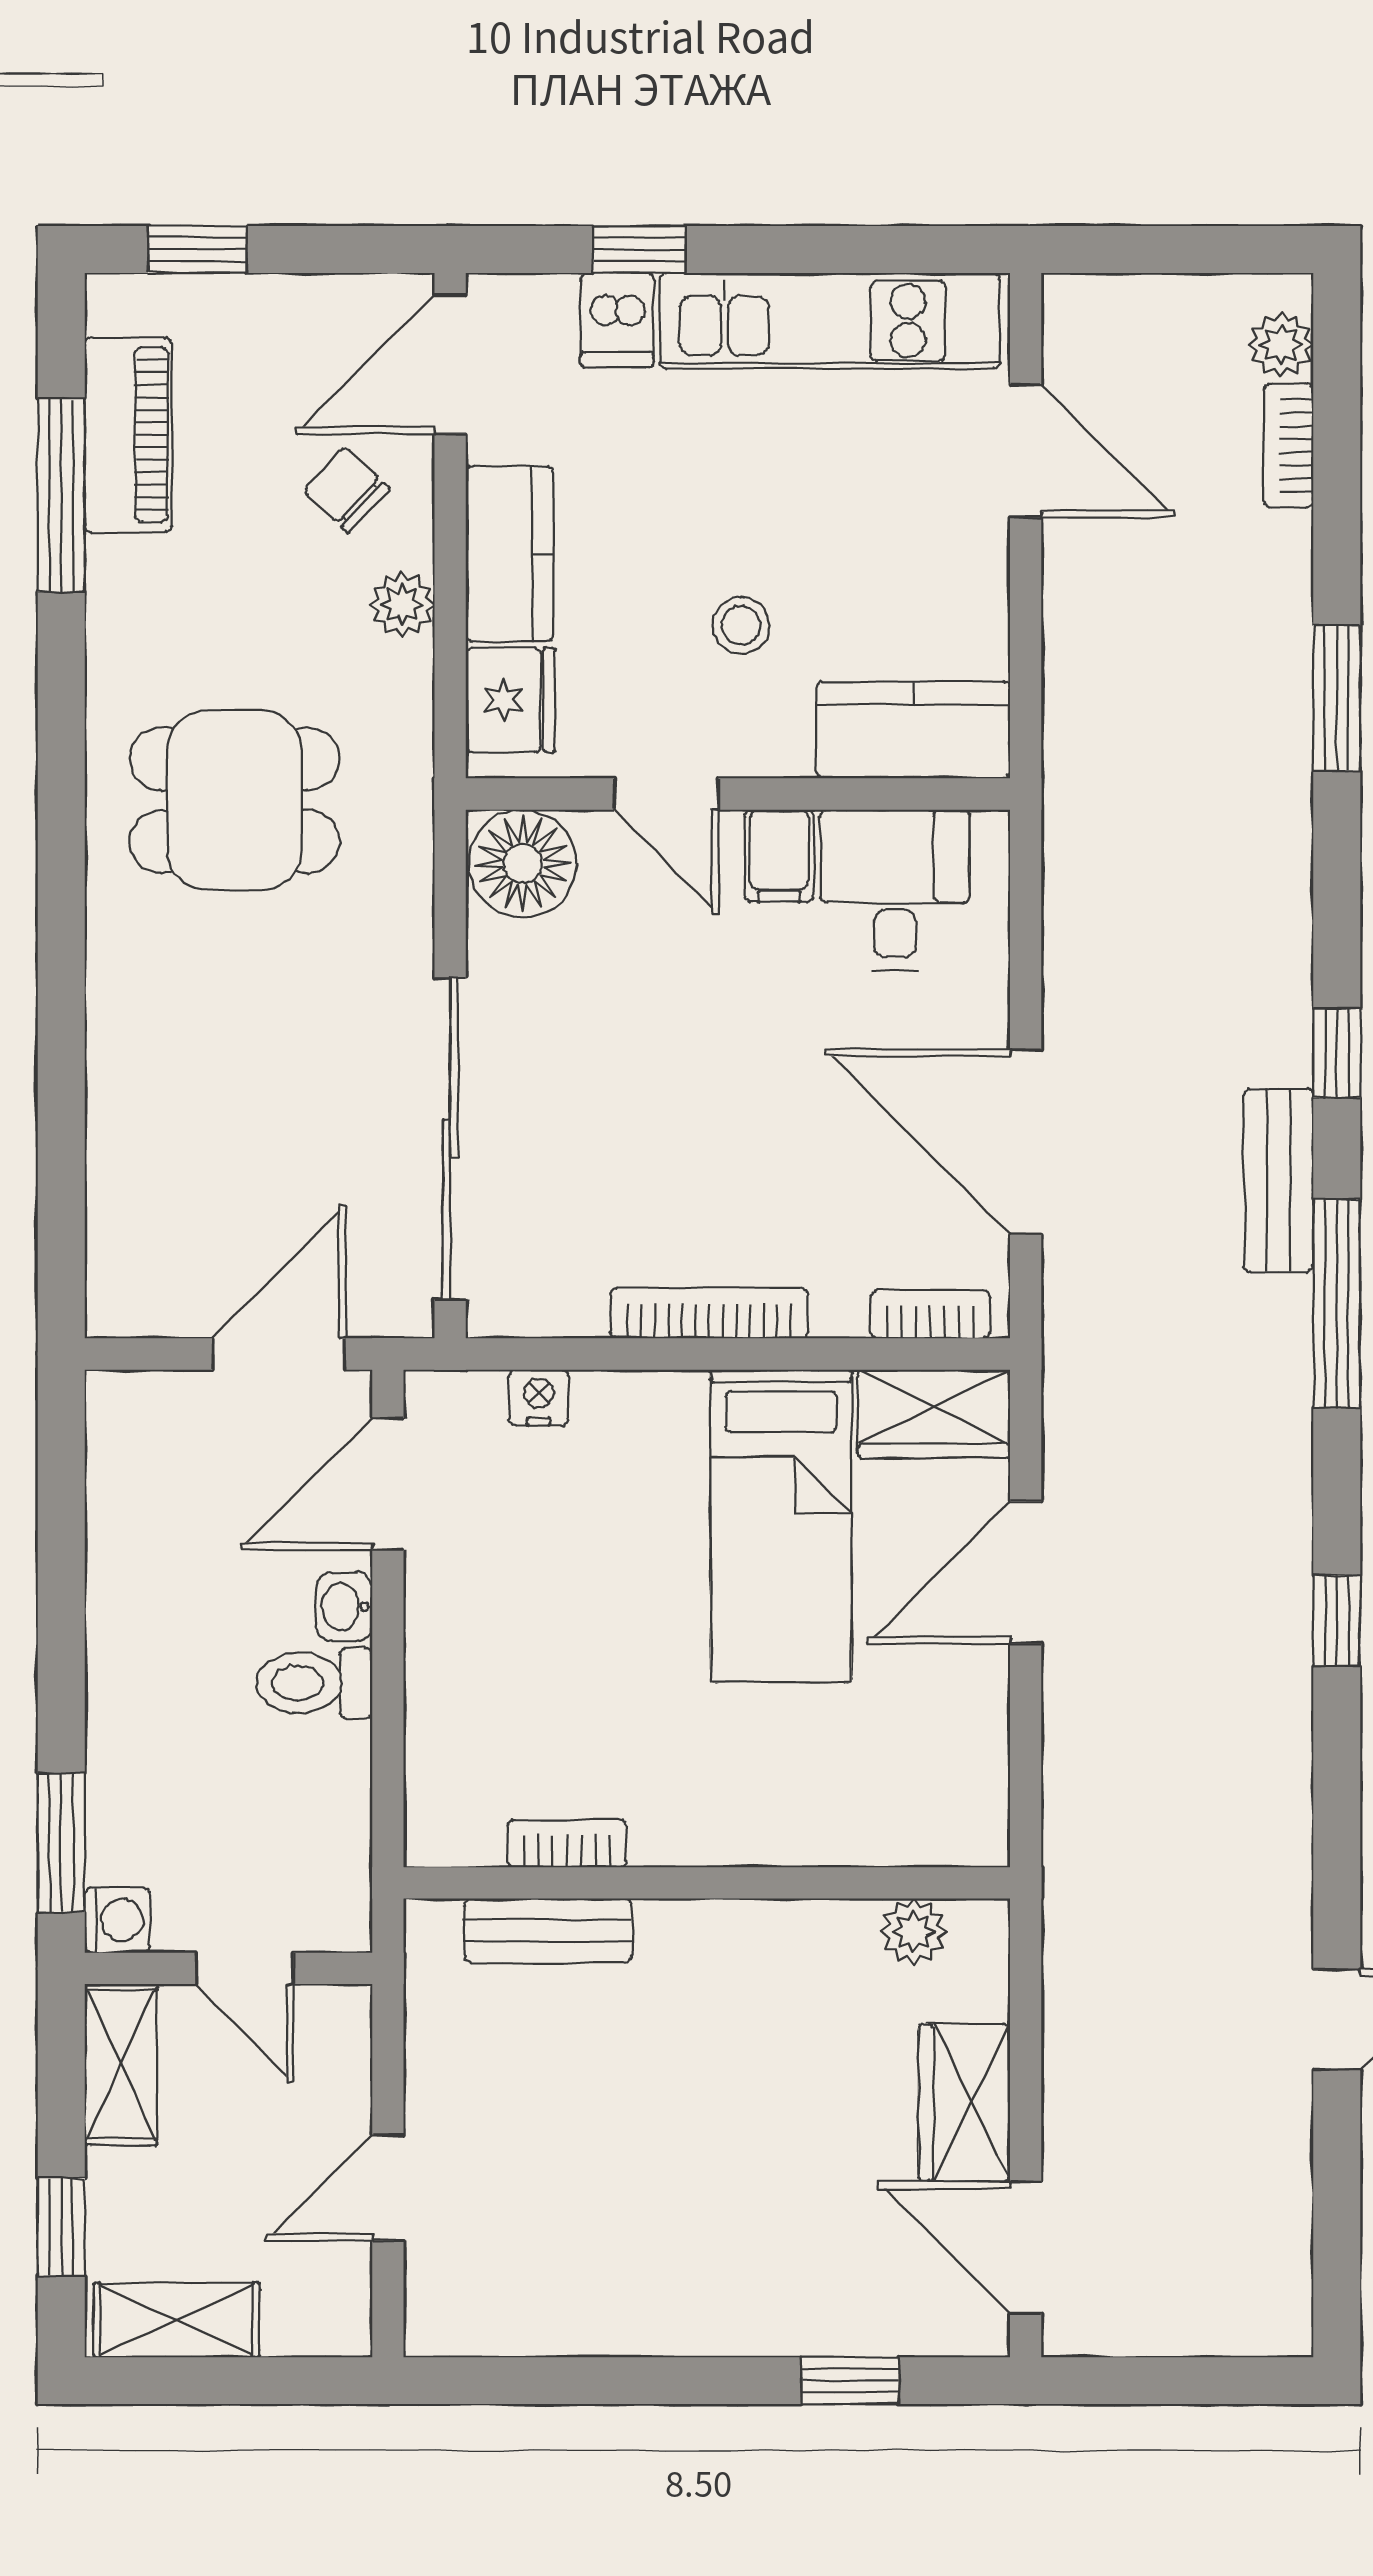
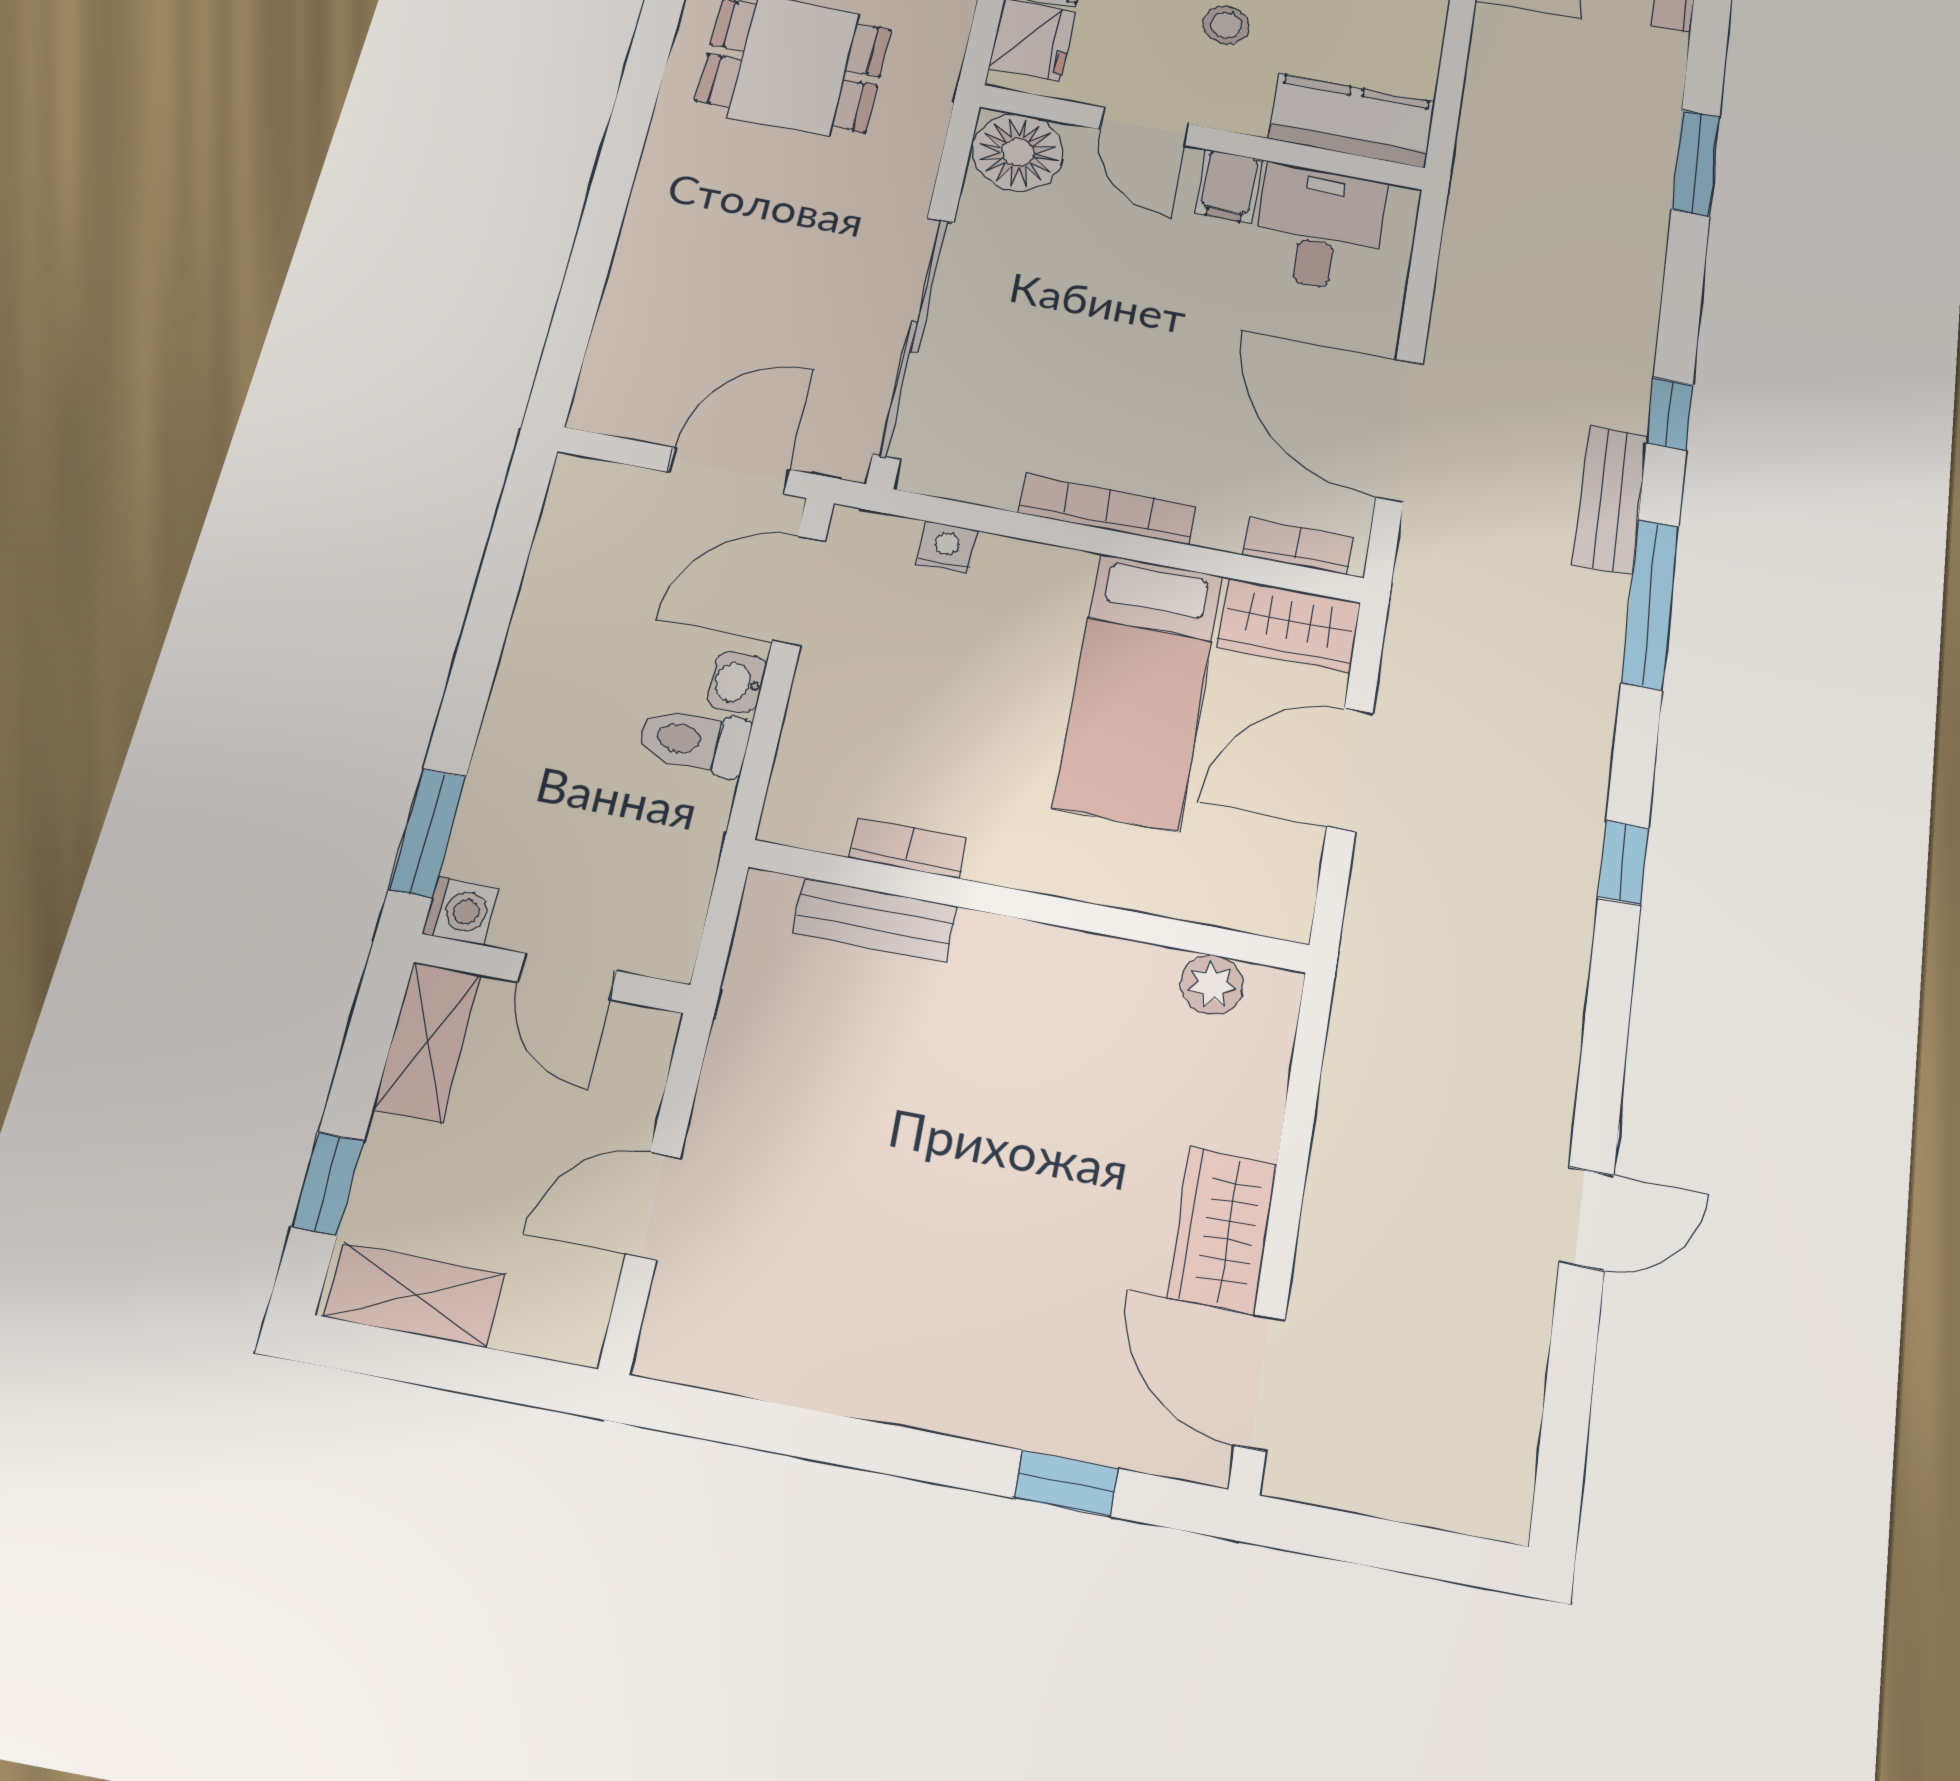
bookcase: (567, 1843) -> (908, 848), moved
wall: (707, 1883) -> (1029, 906), moved
bench: (548, 1930) -> (875, 920), moved
plant: (914, 1932) -> (1212, 985), moved

